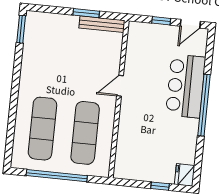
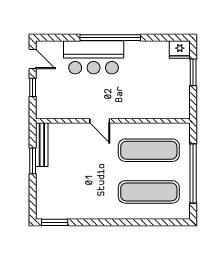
window: (160, 186) -> (193, 72), width x1.50

